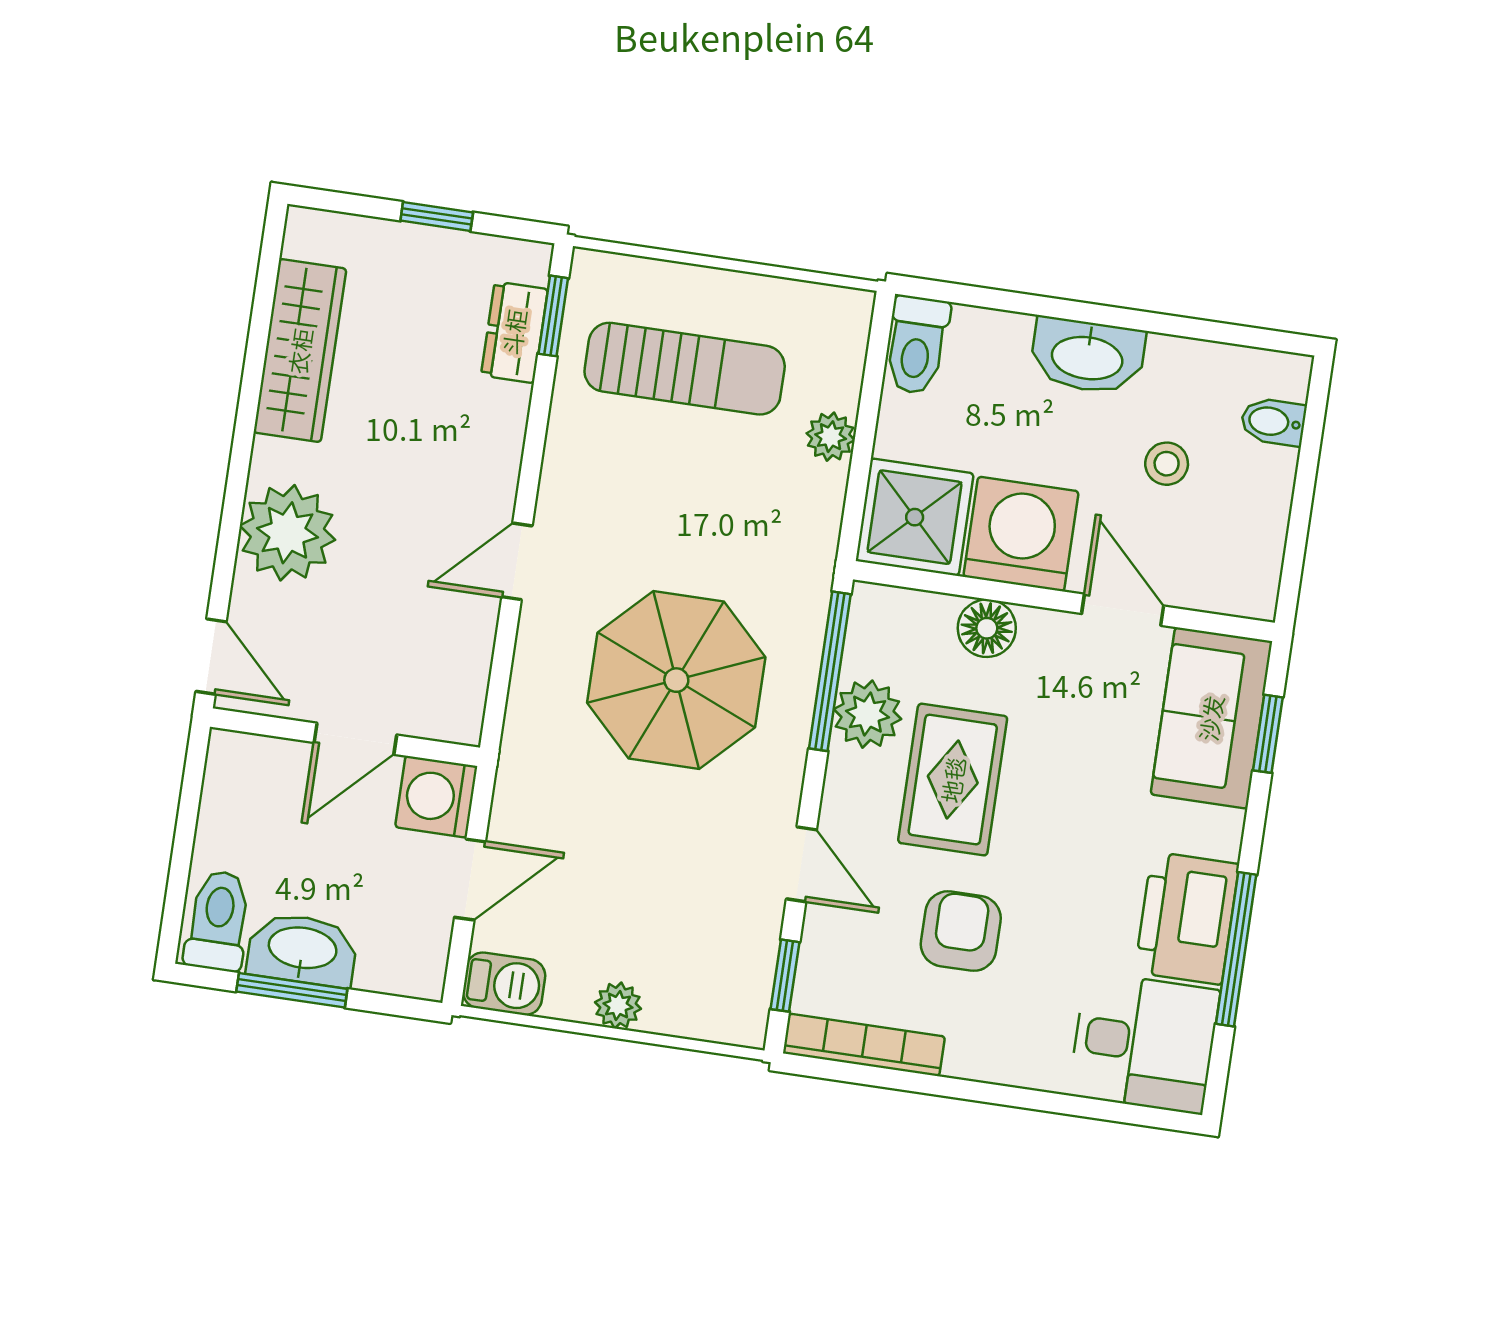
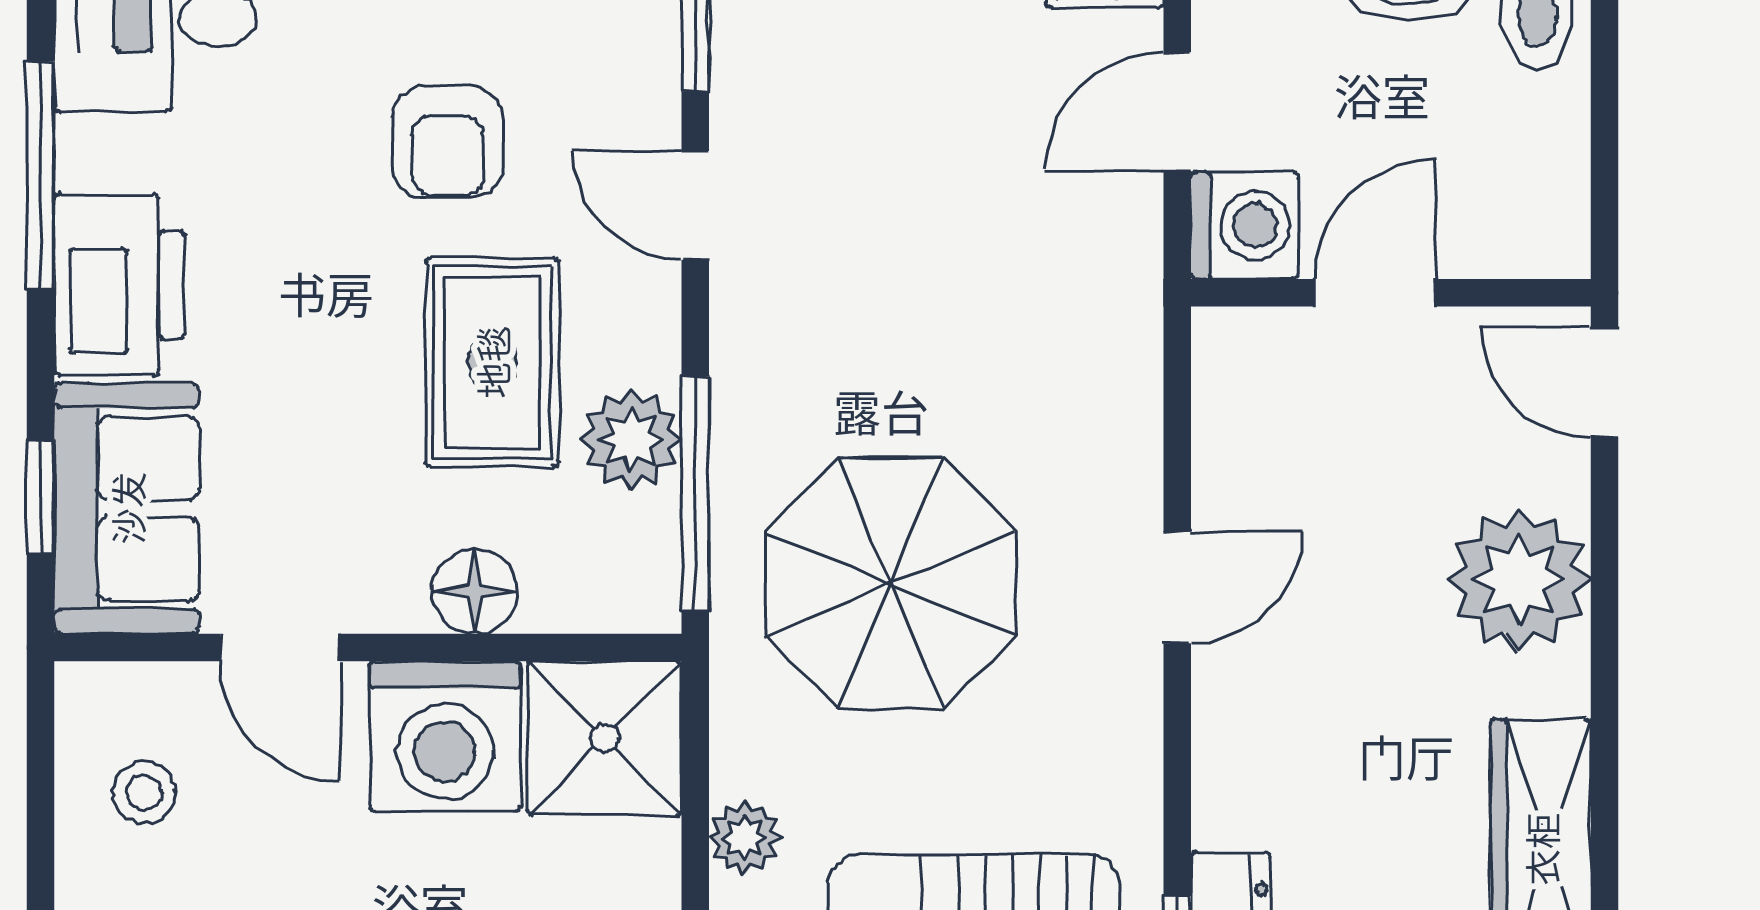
stool: (1167, 464) -> (144, 793), moved
parasol: (676, 680) -> (890, 584), moved
printer: (1187, 918) -> (119, 285), moved

